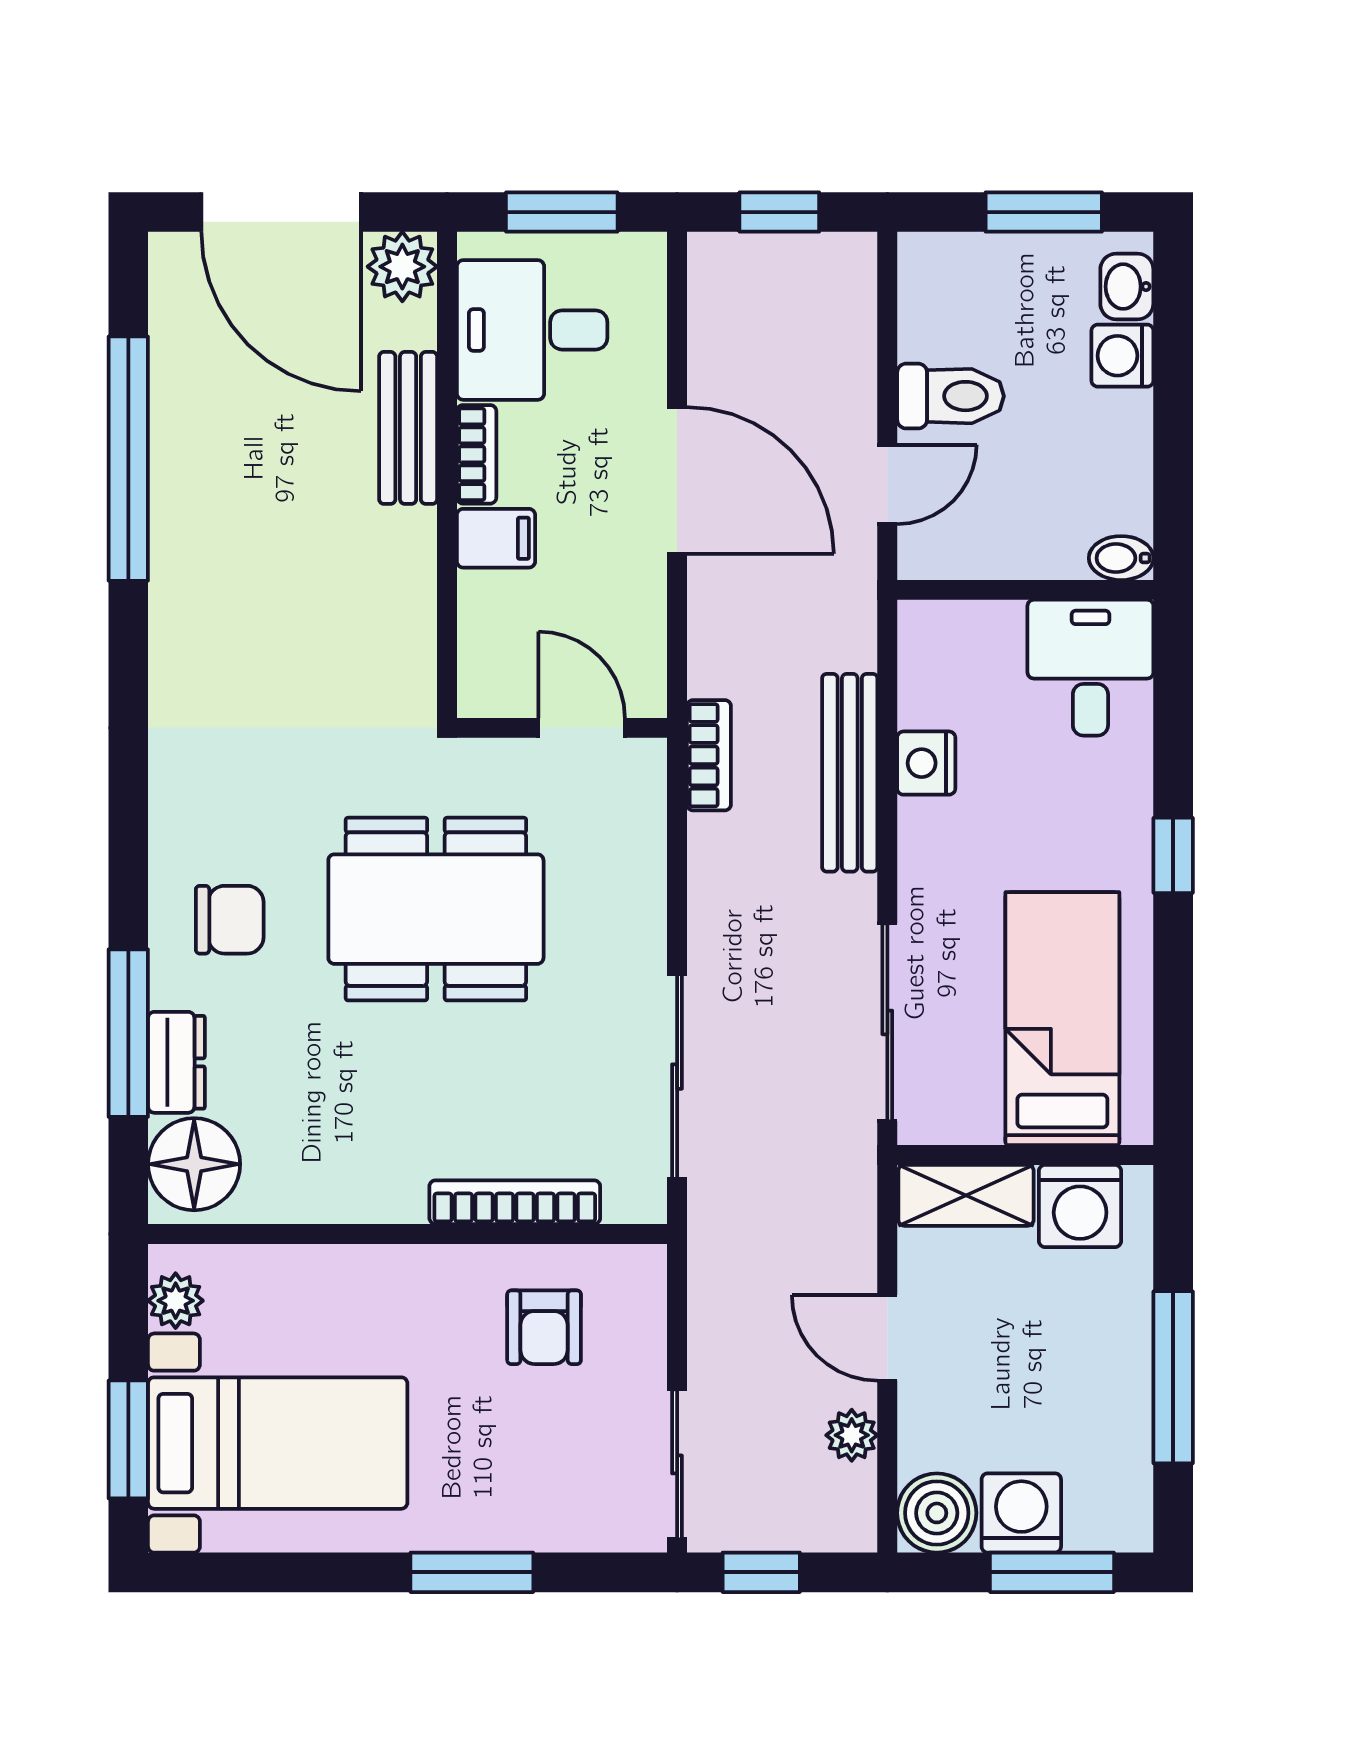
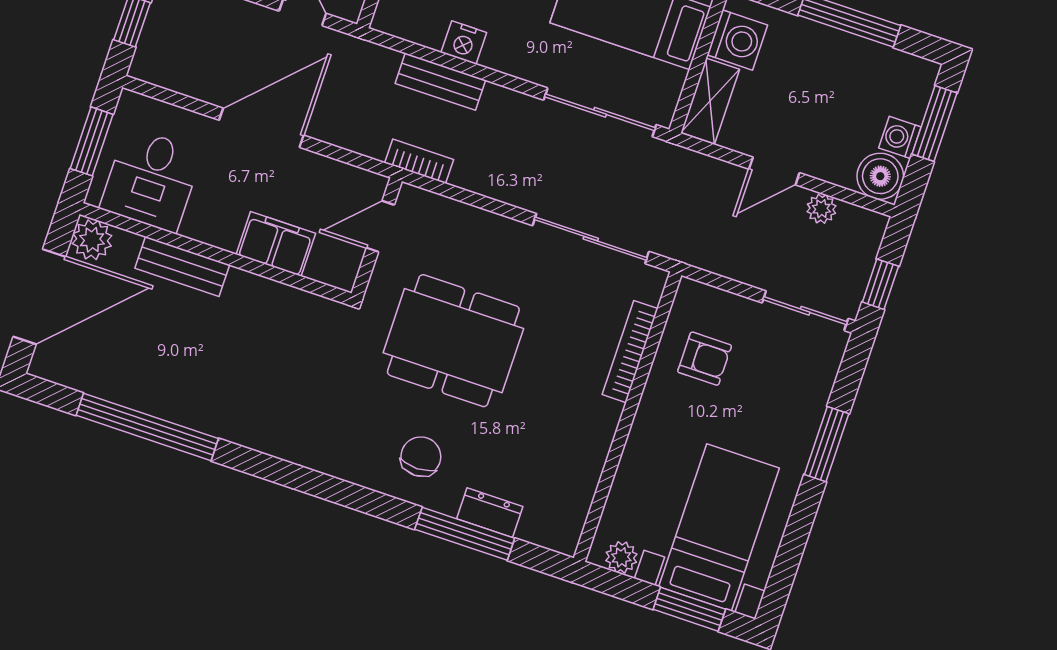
bookcase: (477, 454) -> (210, 234), removed
filing cabinet: (496, 538) -> (276, 244), width x2.00
bench: (850, 773) -> (440, 82), width x0.73
dining table: (436, 909) -> (453, 341), turned 90
floor lamp: (194, 1164) -> (549, 522), removed
washing machine: (1021, 1513) -> (900, 137), width x0.73, depth x0.73

